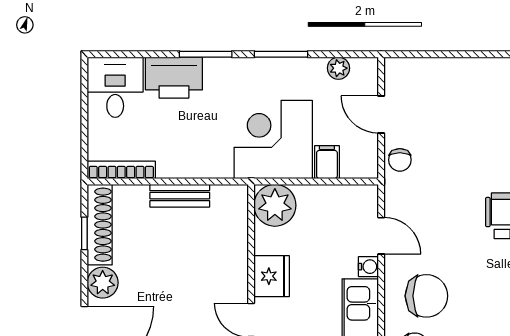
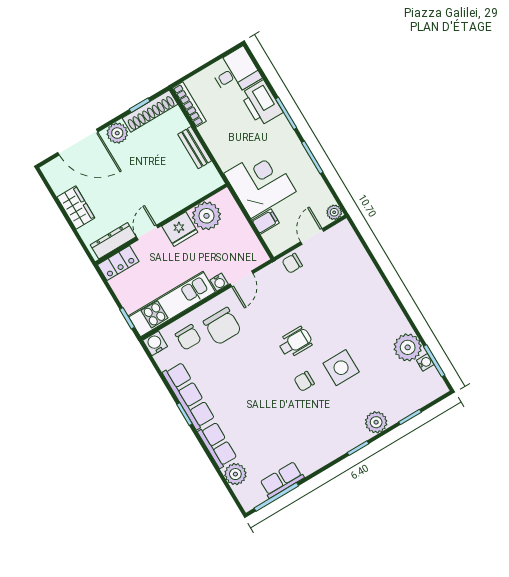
plant: (338, 68) -> (334, 212), moved
plant: (275, 205) -> (206, 216), moved

